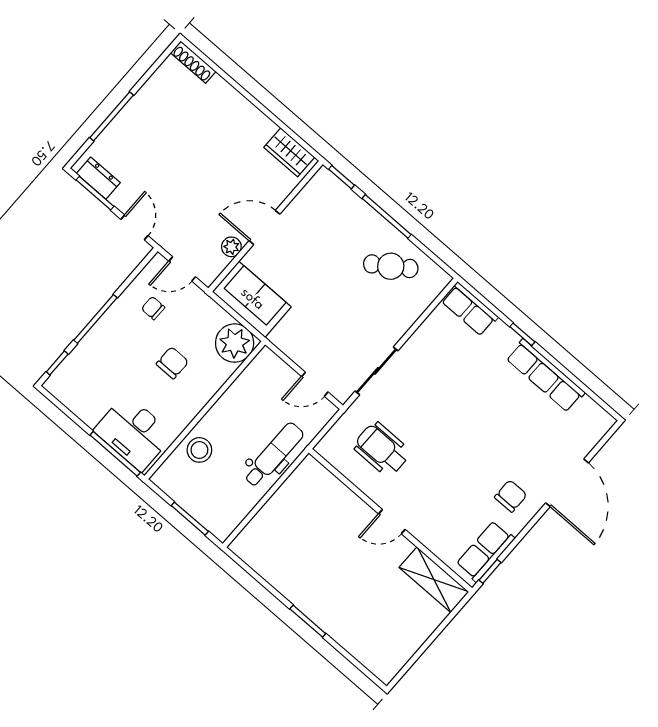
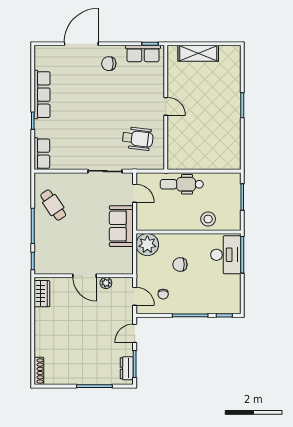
sofa: (252, 299) -> (121, 226), moved
wheelchair: (382, 449) -> (138, 139), turned -83
shelving: (434, 580) -> (198, 53), moved, turned 90

